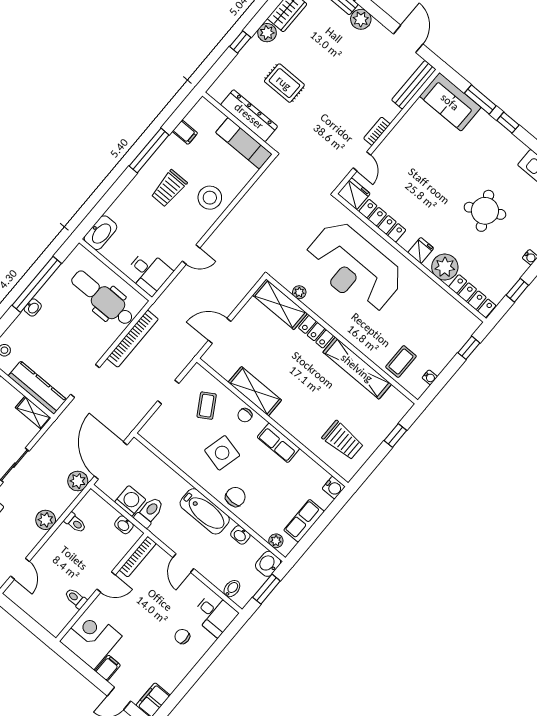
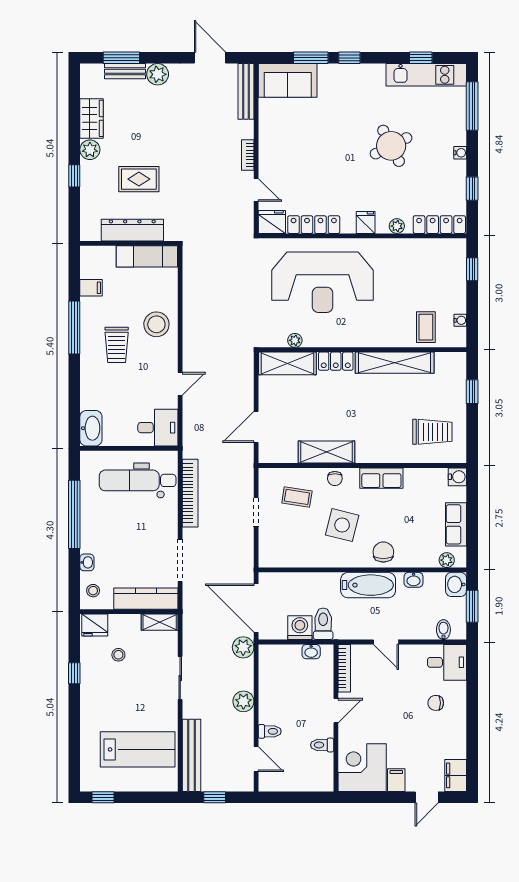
plant: (445, 267) -> (397, 226), width x0.53, depth x0.53
washbasin: (33, 308) -> (87, 562), moved
coffee table: (207, 406) -> (297, 497), turned -50
toilet: (75, 523) -> (270, 731), moved

